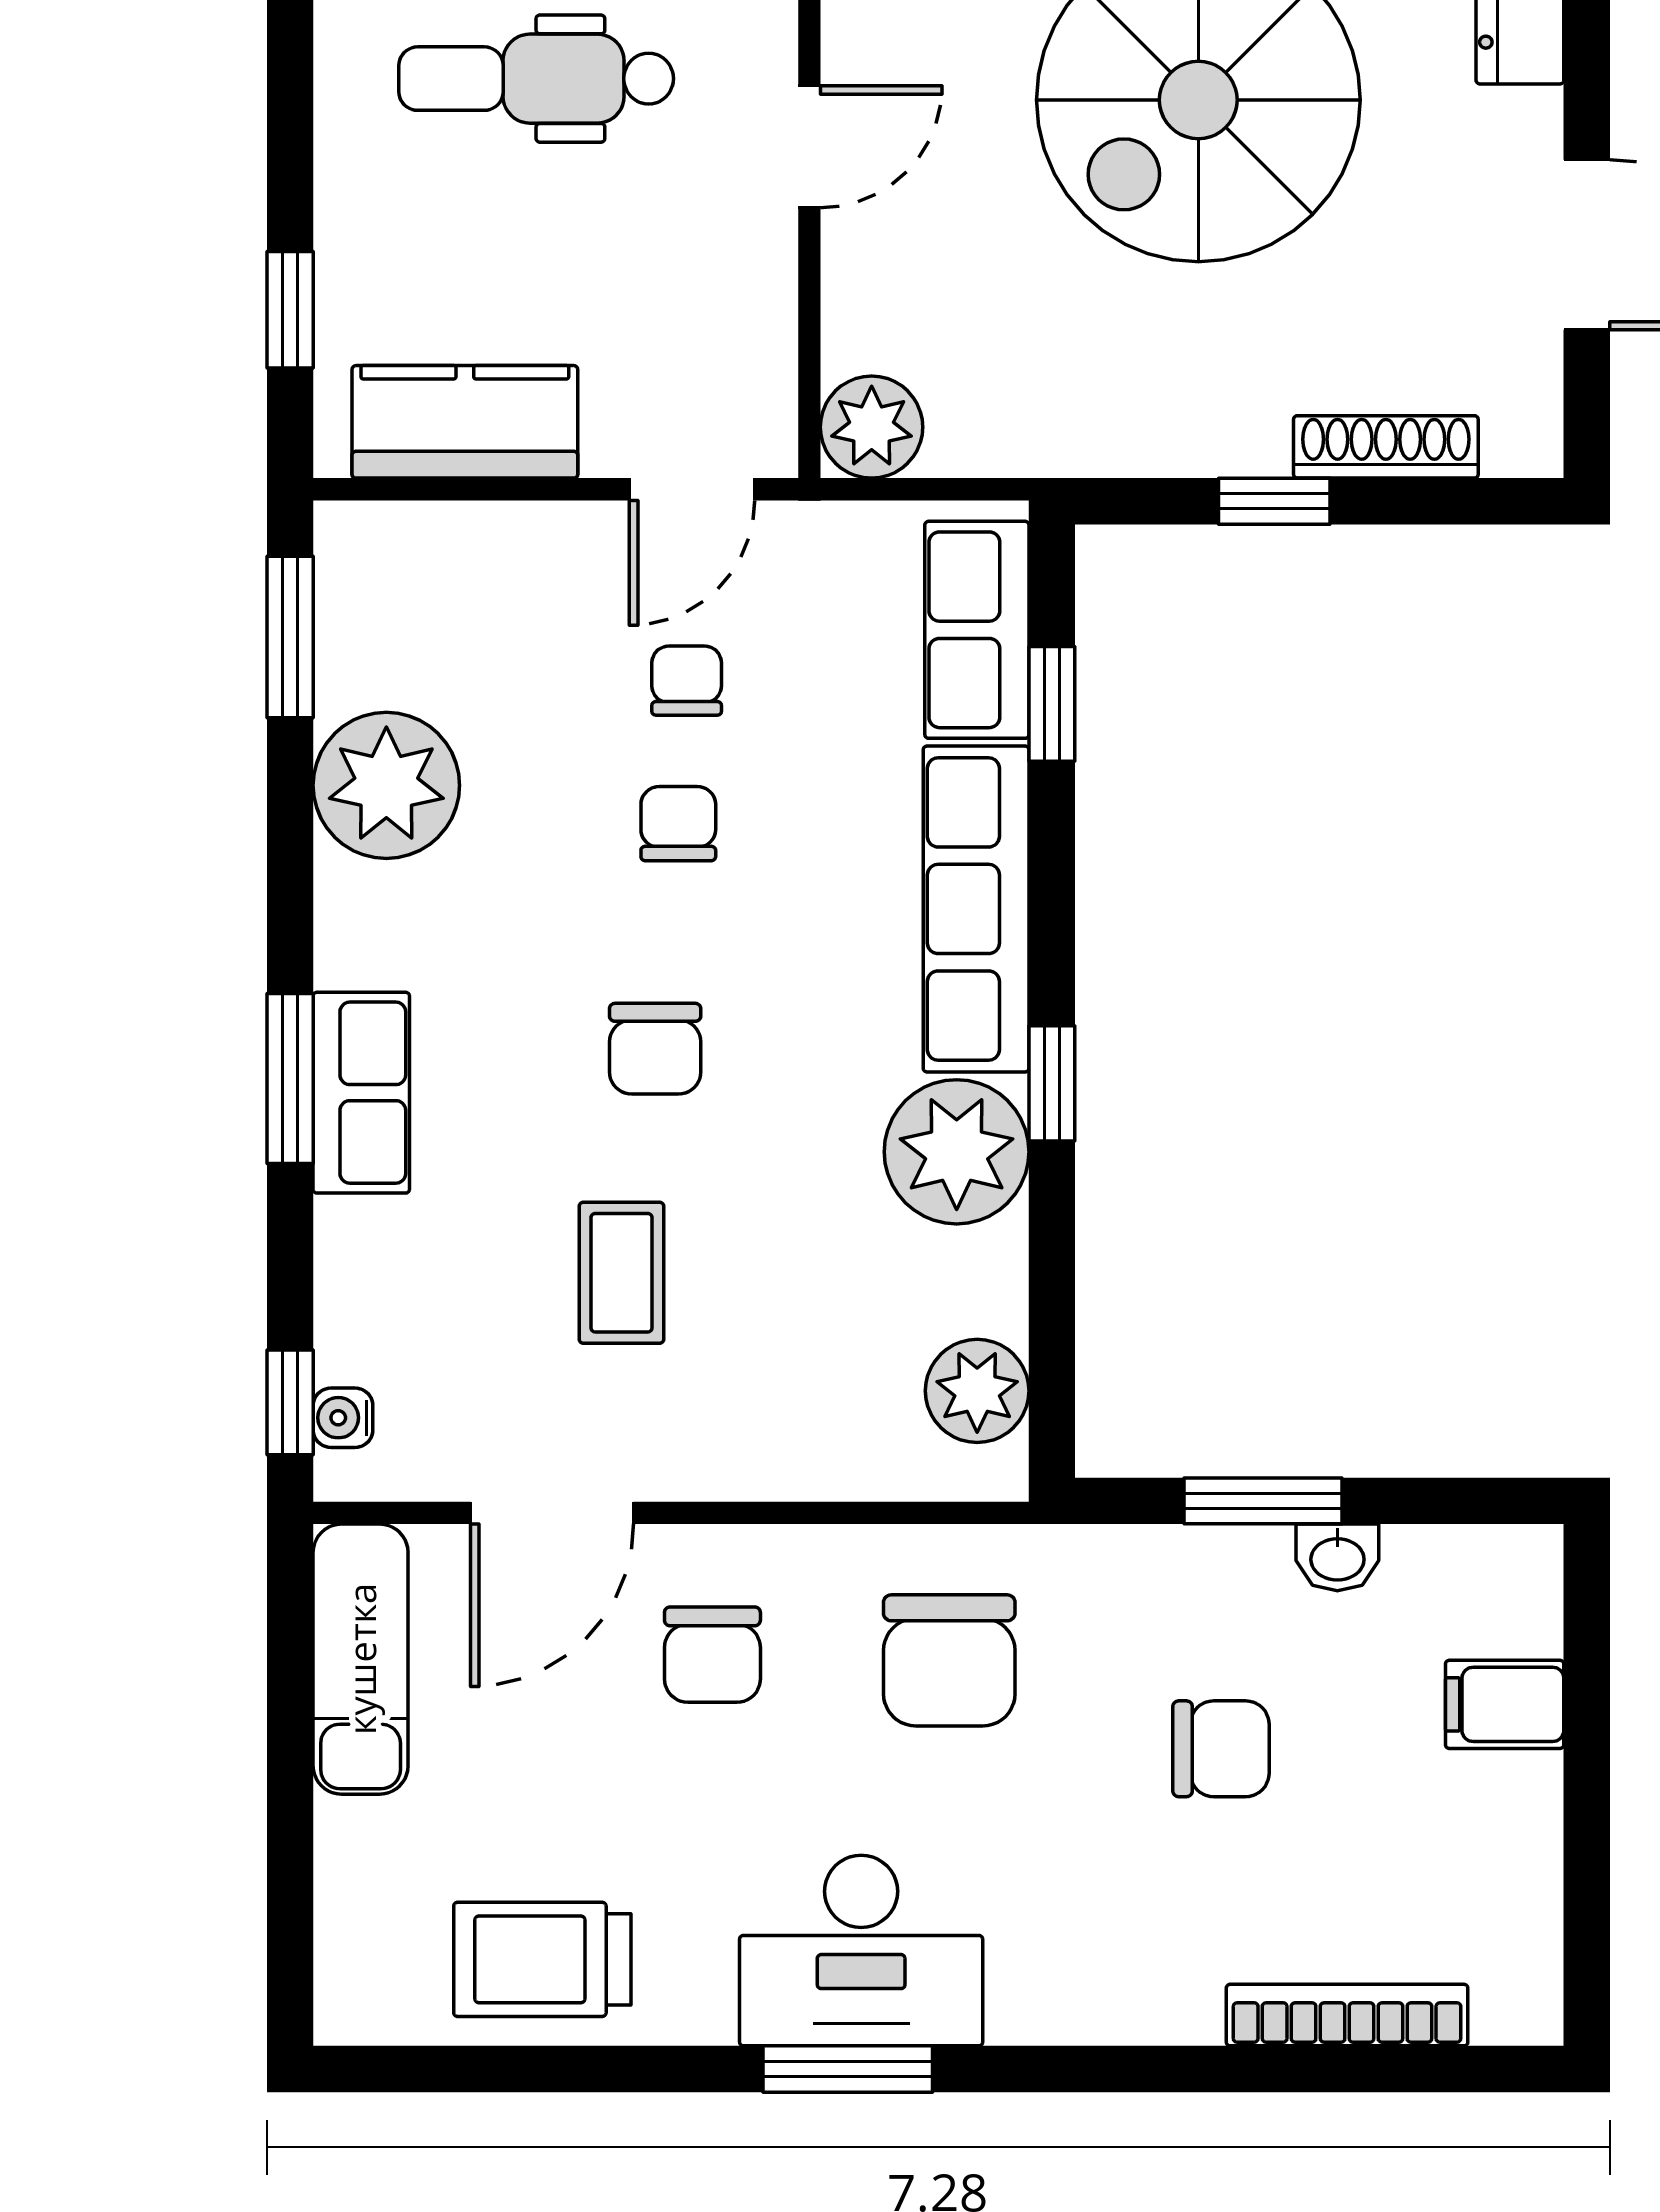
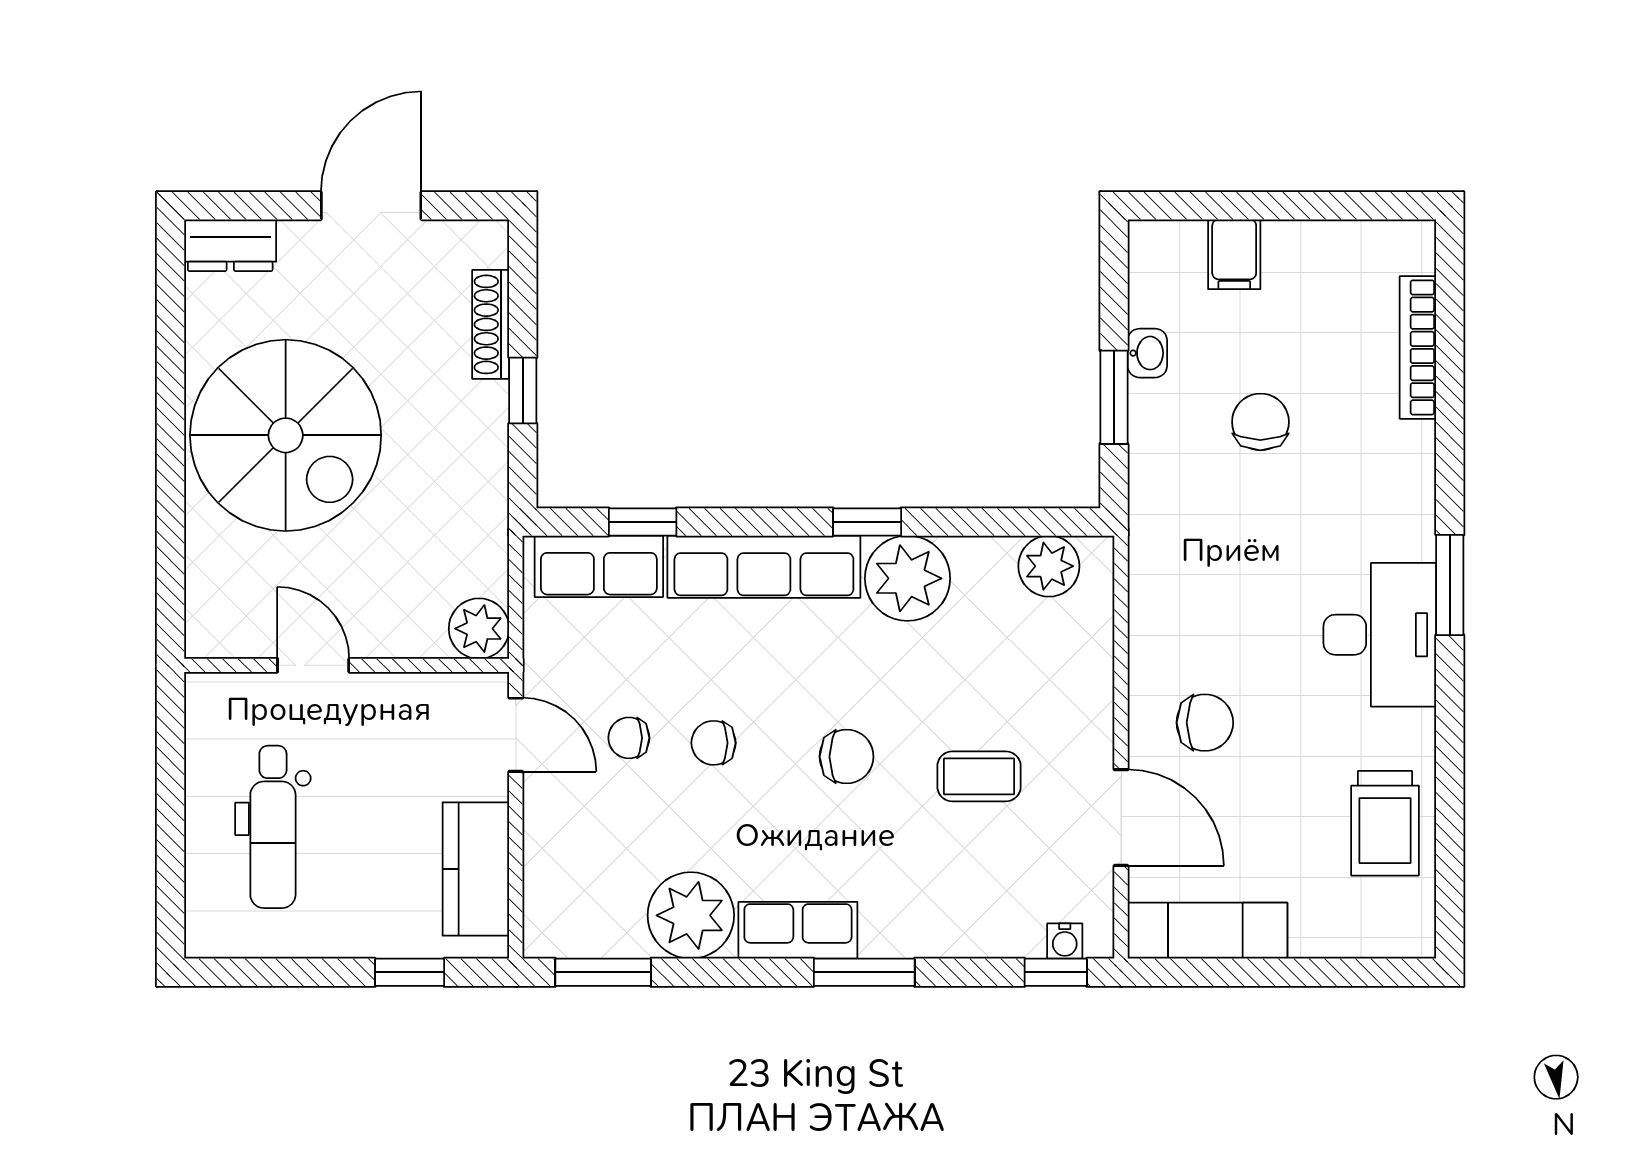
row of seats: (361, 1093) -> (798, 930), moved
chair: (949, 1660) -> (1208, 583), removed
window: (848, 2069) -> (1450, 585), moved

